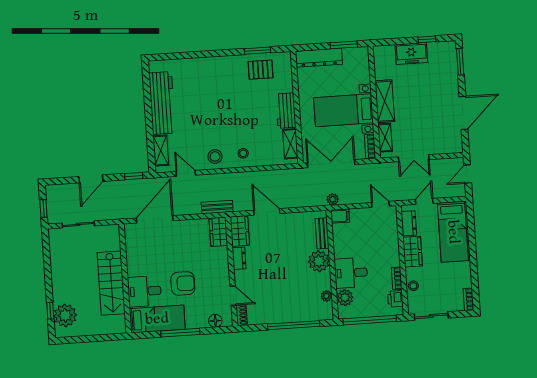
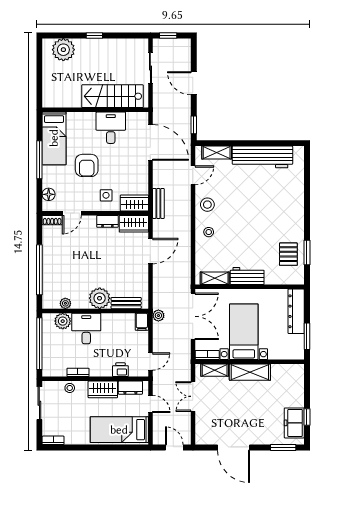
freezer: (411, 54) -> (294, 423), moved
side table: (212, 262) -> (106, 195), added
stairs: (111, 283) -> (112, 96), moved
desk: (144, 291) -> (111, 128), moved
printer: (395, 299) -> (120, 370), moved
window: (50, 311) -> (94, 36), moved

